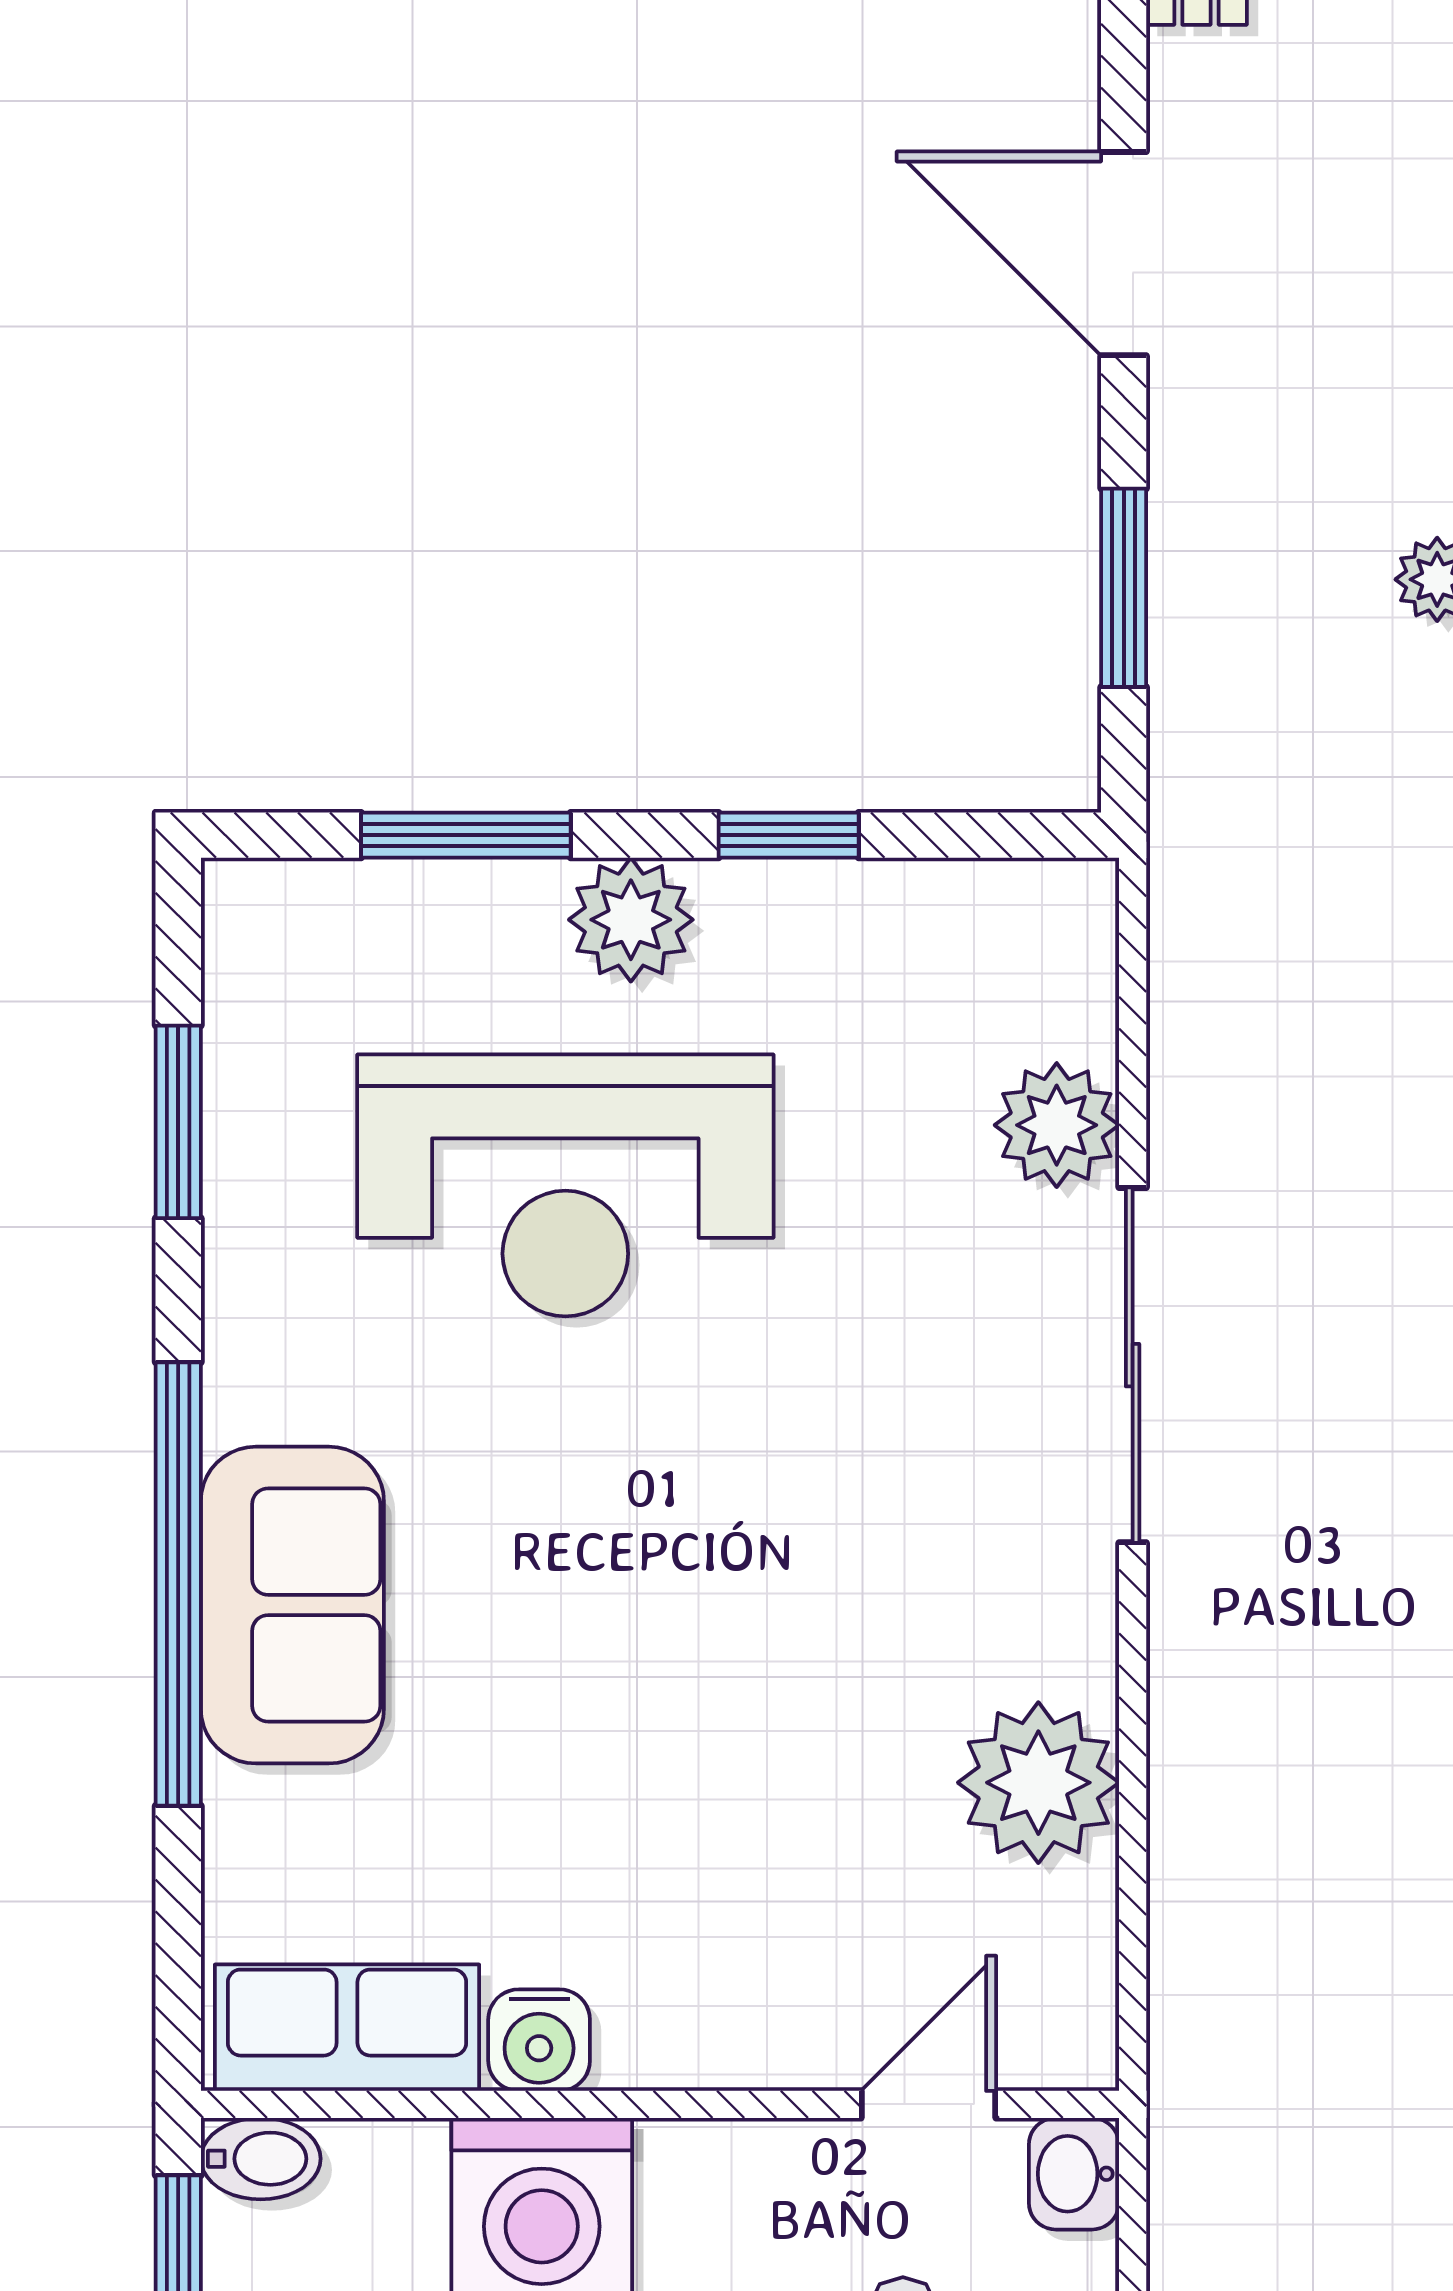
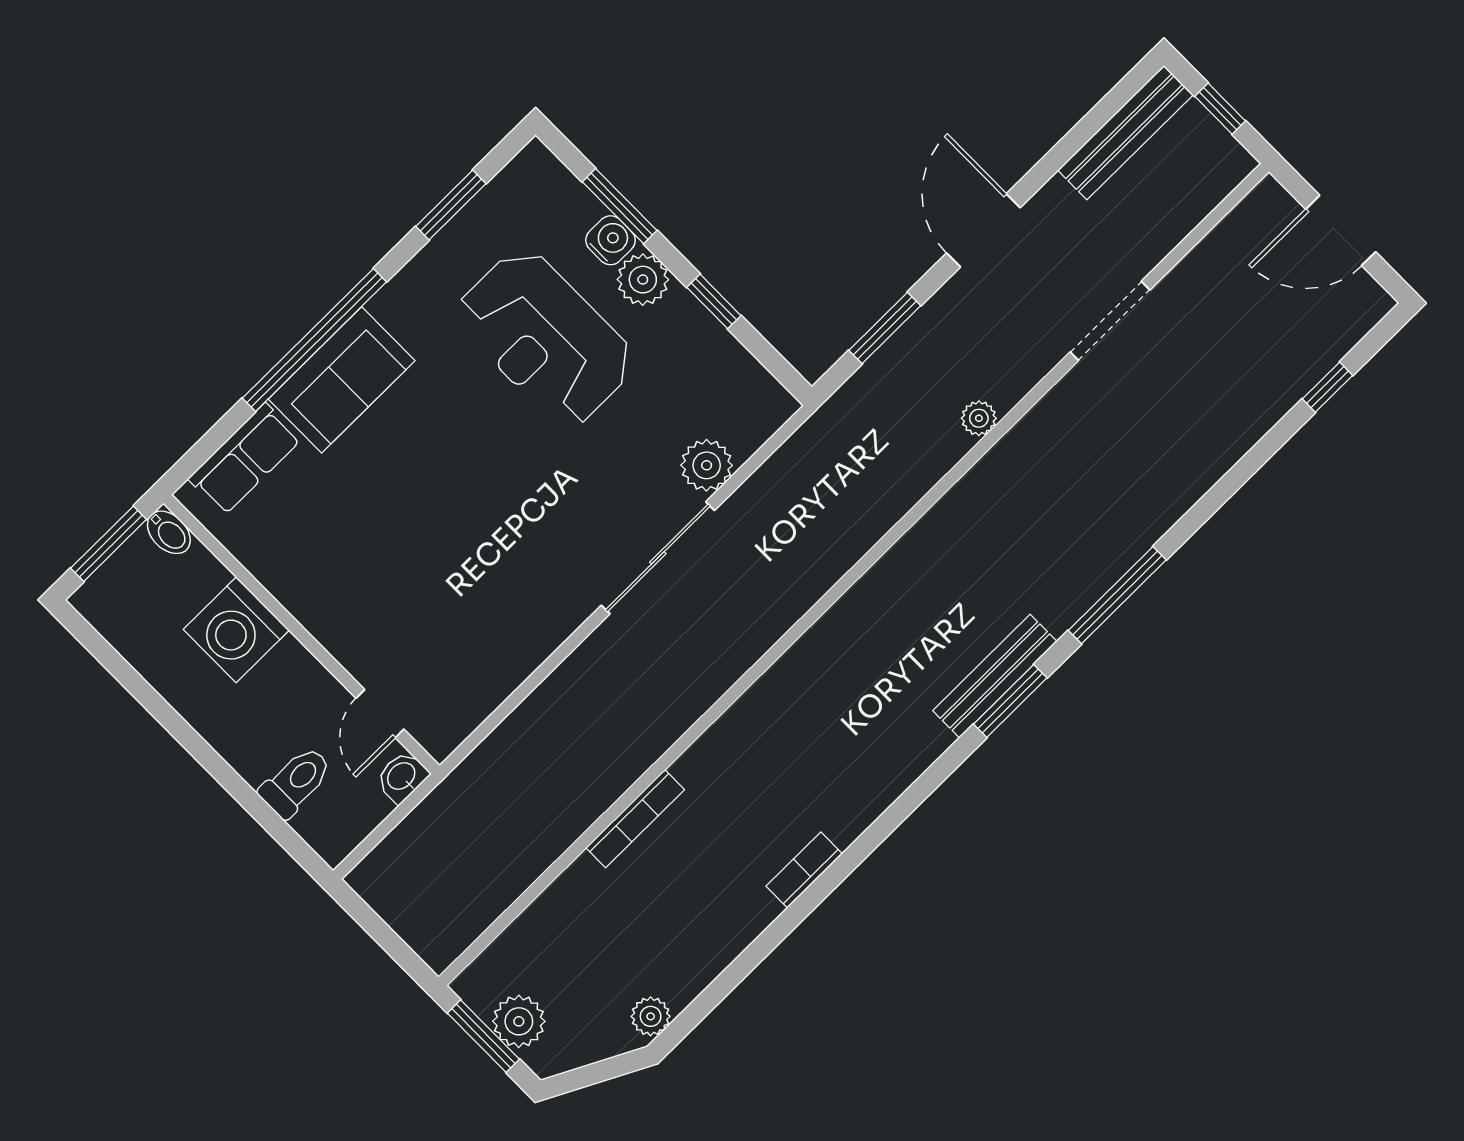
plant: (1038, 1783) -> (507, 652), removed
row of seats: (347, 2028) -> (245, 459), moved, turned 90
water cooler: (539, 2040) -> (611, 240), moved, turned 180
door: (929, 2104) -> (380, 714), swing flipped

